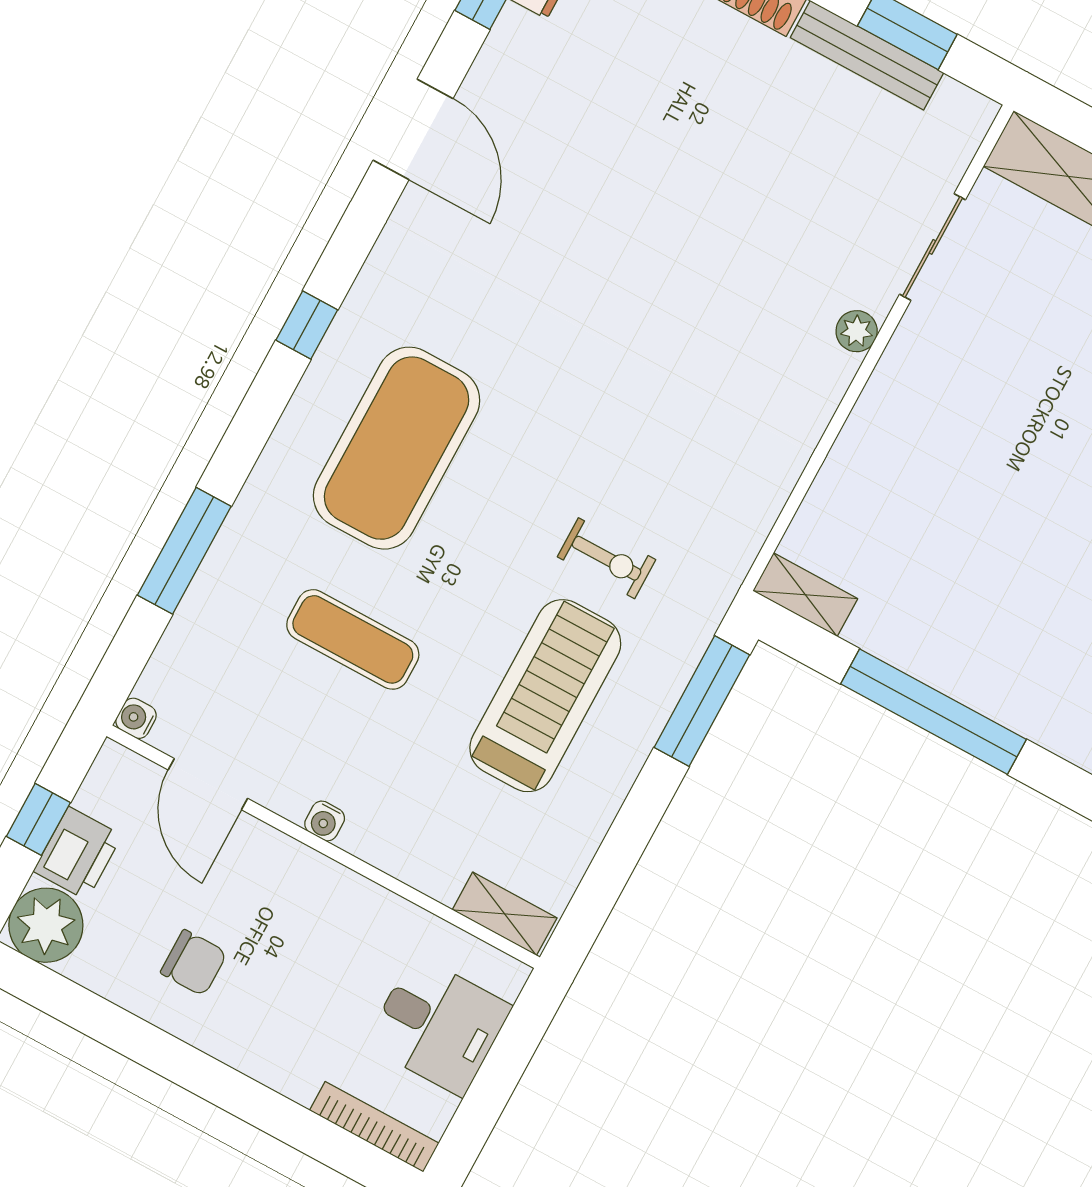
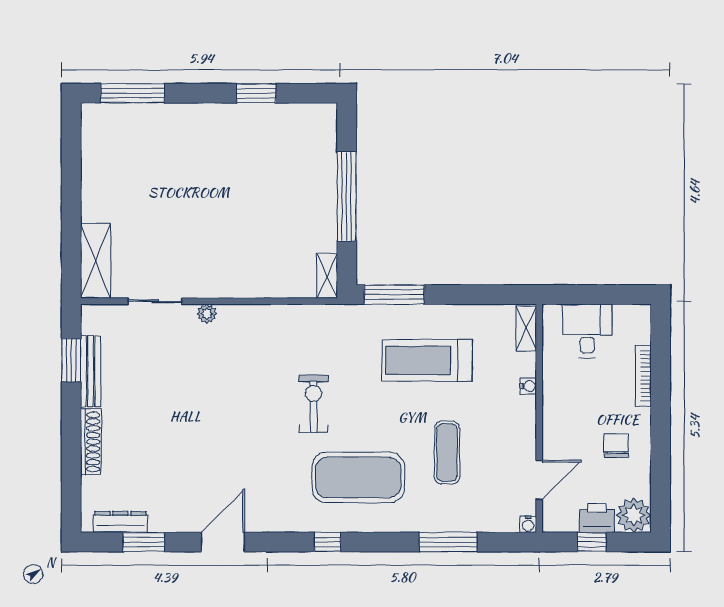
exercise bike: (607, 558) -> (313, 404), moved, width x1.38, depth x1.39
water cooler: (325, 821) -> (528, 386), moved
bookcase: (374, 1127) -> (643, 376), moved

